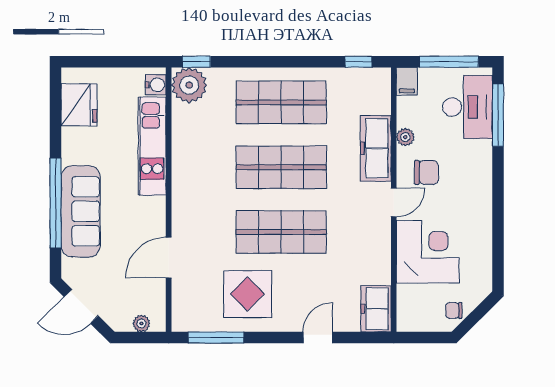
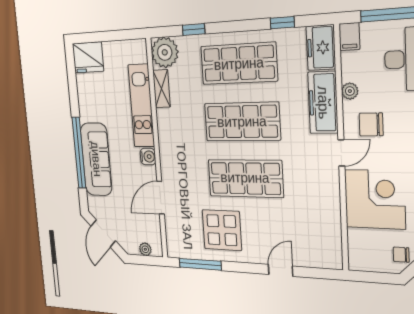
window: (196, 62) -> (194, 29), moved
window: (359, 62) -> (282, 23), moved
water cooler: (156, 85) -> (148, 157), moved
fridge: (79, 105) -> (88, 57), moved, turned 90
shelving: (181, 127) -> (162, 89), added
chair: (426, 172) -> (371, 124), turned 180
door: (81, 306) -> (103, 233), hinge flipped
freezer: (376, 309) -> (321, 48), moved

